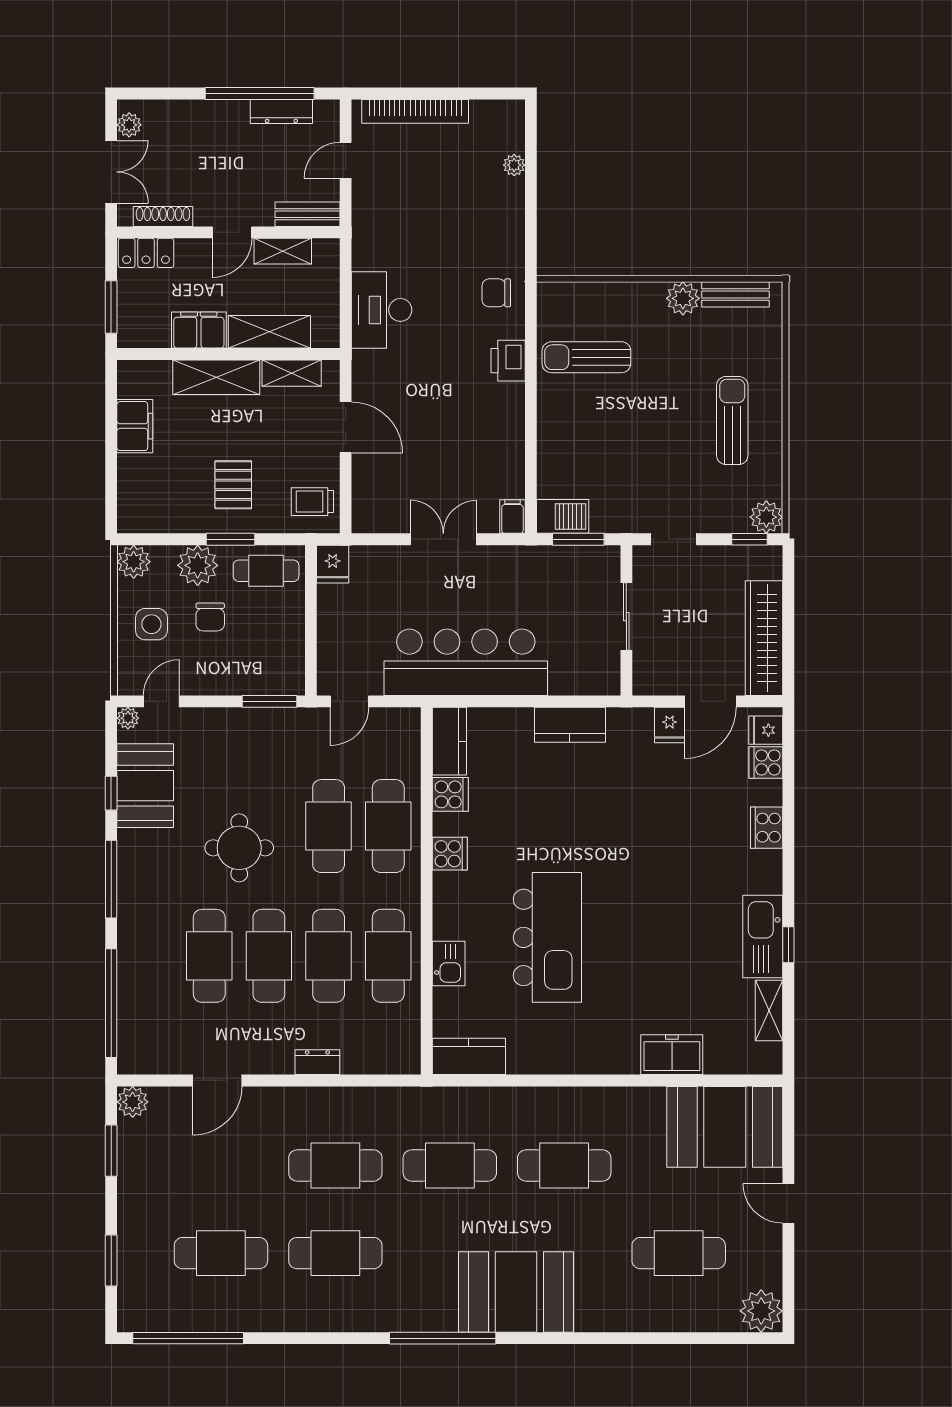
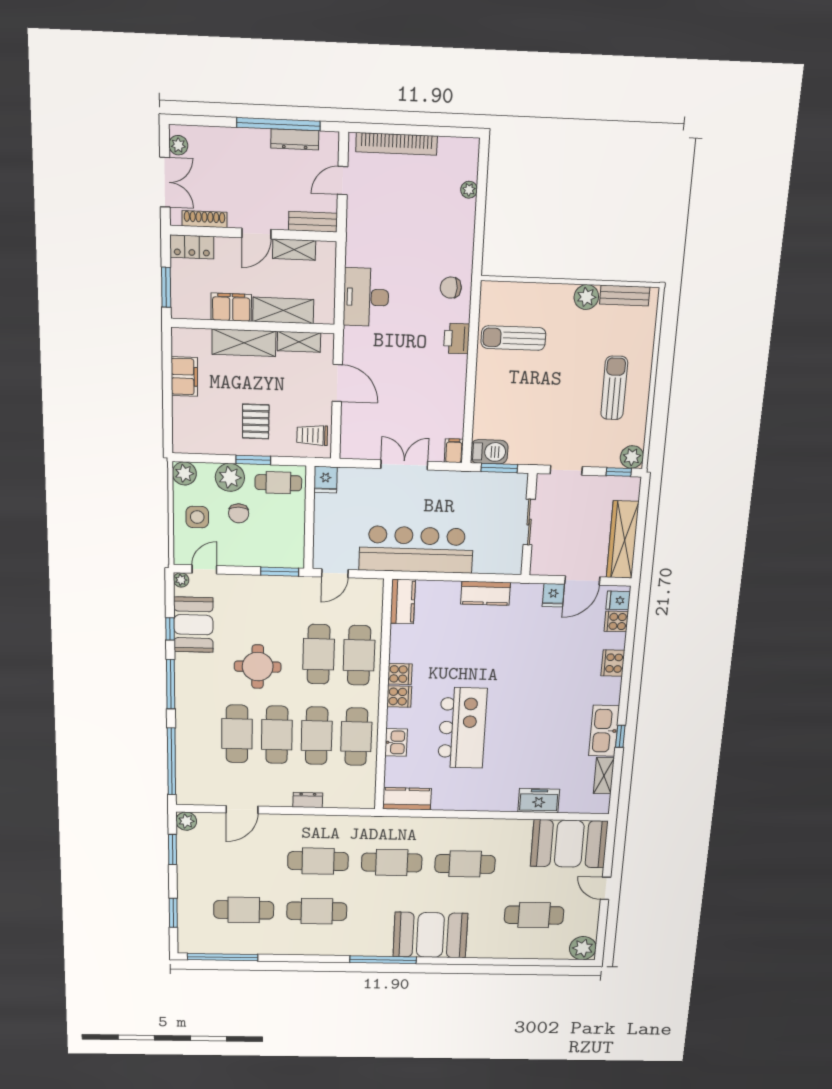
cooker: (450, 794) -> (399, 697), moved

